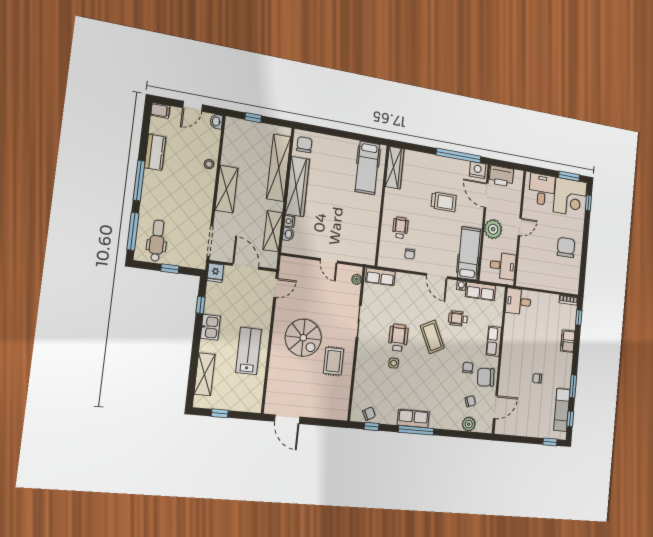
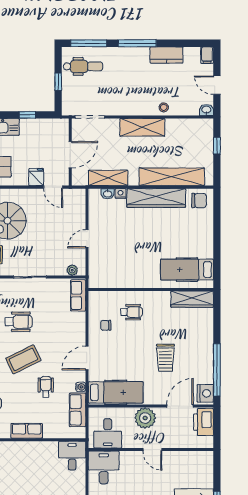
desk: (542, 189) -> (104, 467), moved, turned -90
fridge: (215, 273) -> (36, 177), moved, turned 90

